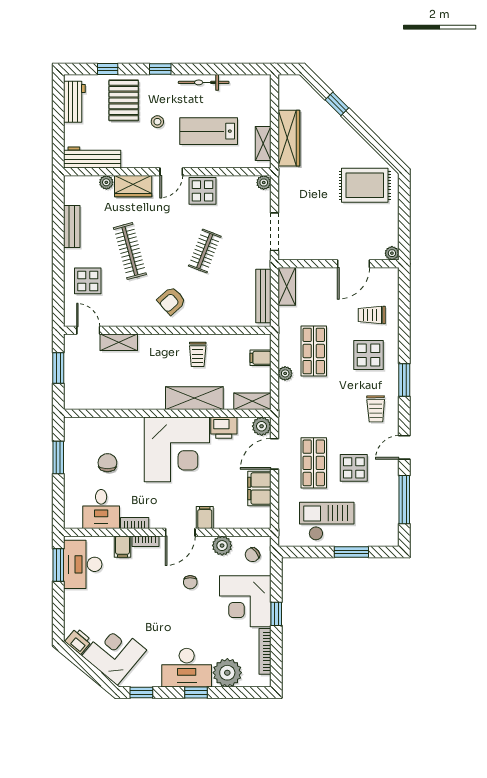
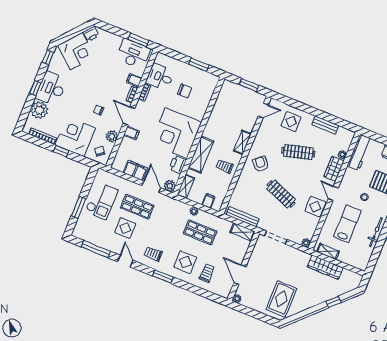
clothes rail: (205, 251) -> (281, 194), width x1.36
shelving: (119, 342) -> (242, 142), moved

